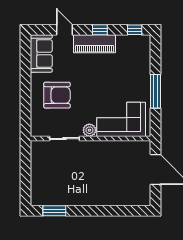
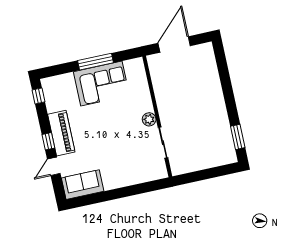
window: (100, 30) -> (48, 141), moved
armchair: (57, 95) -> (121, 160), removed
corner sofa: (121, 119) -> (101, 84), moved, turned -90

